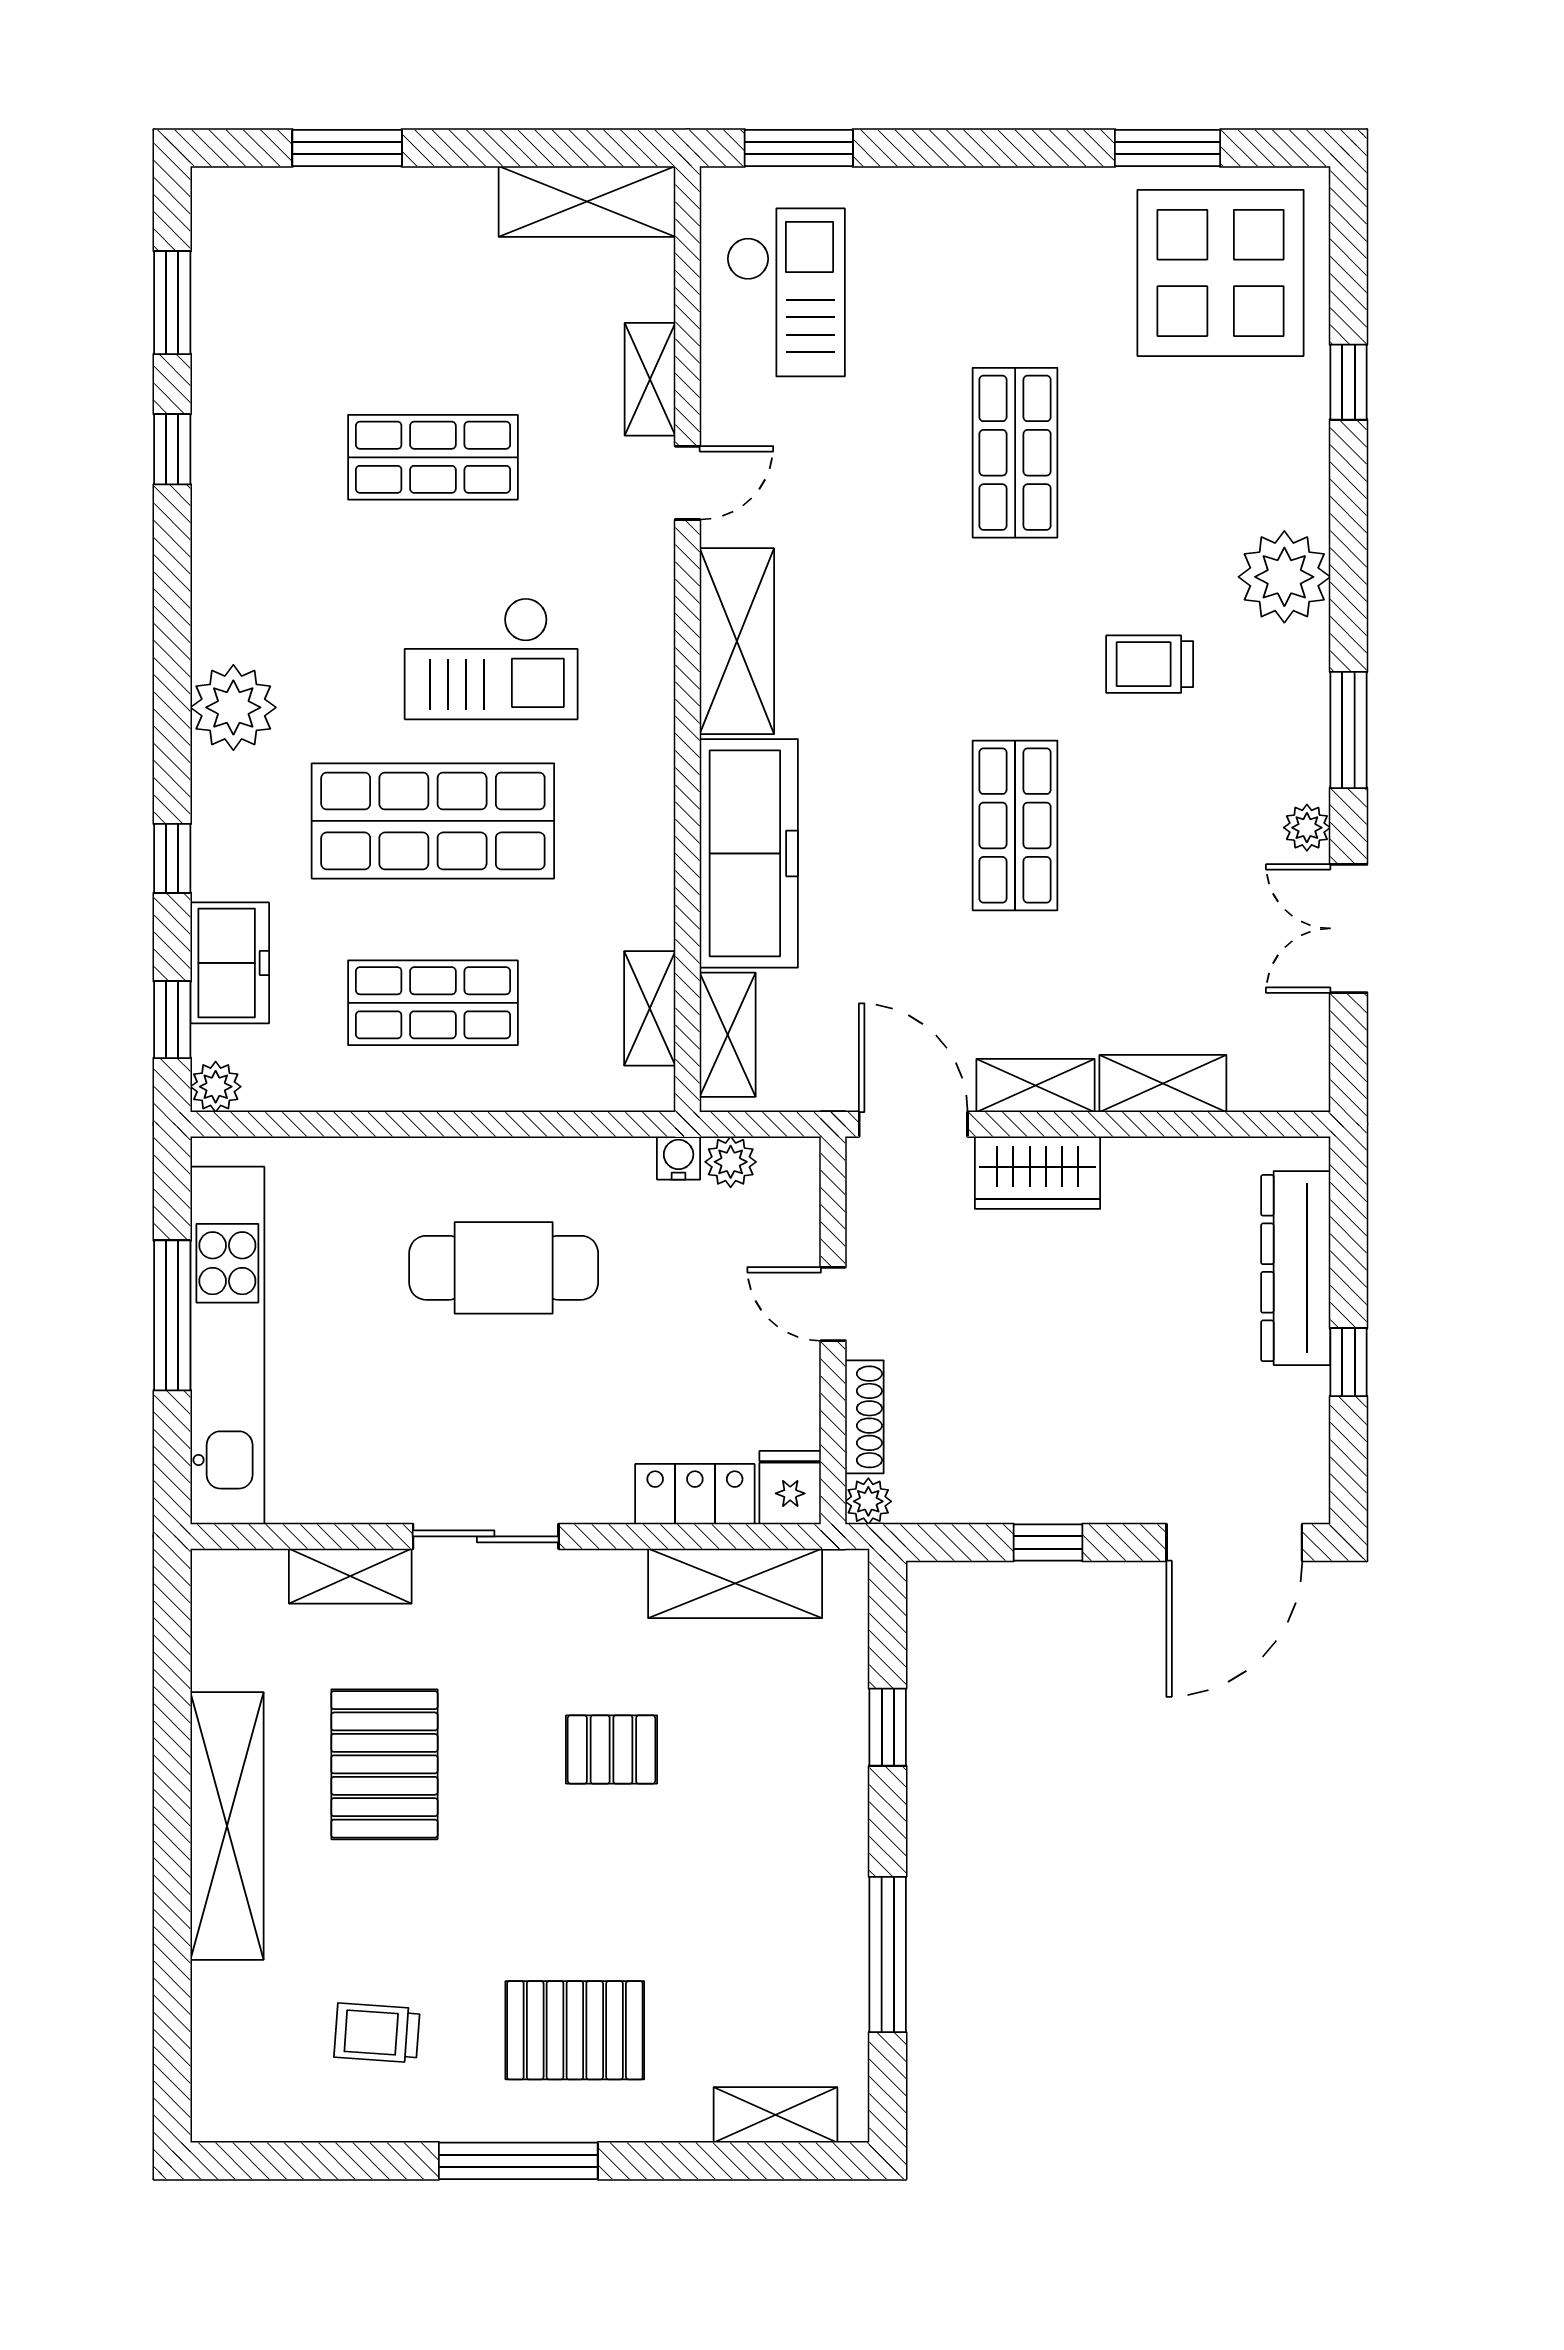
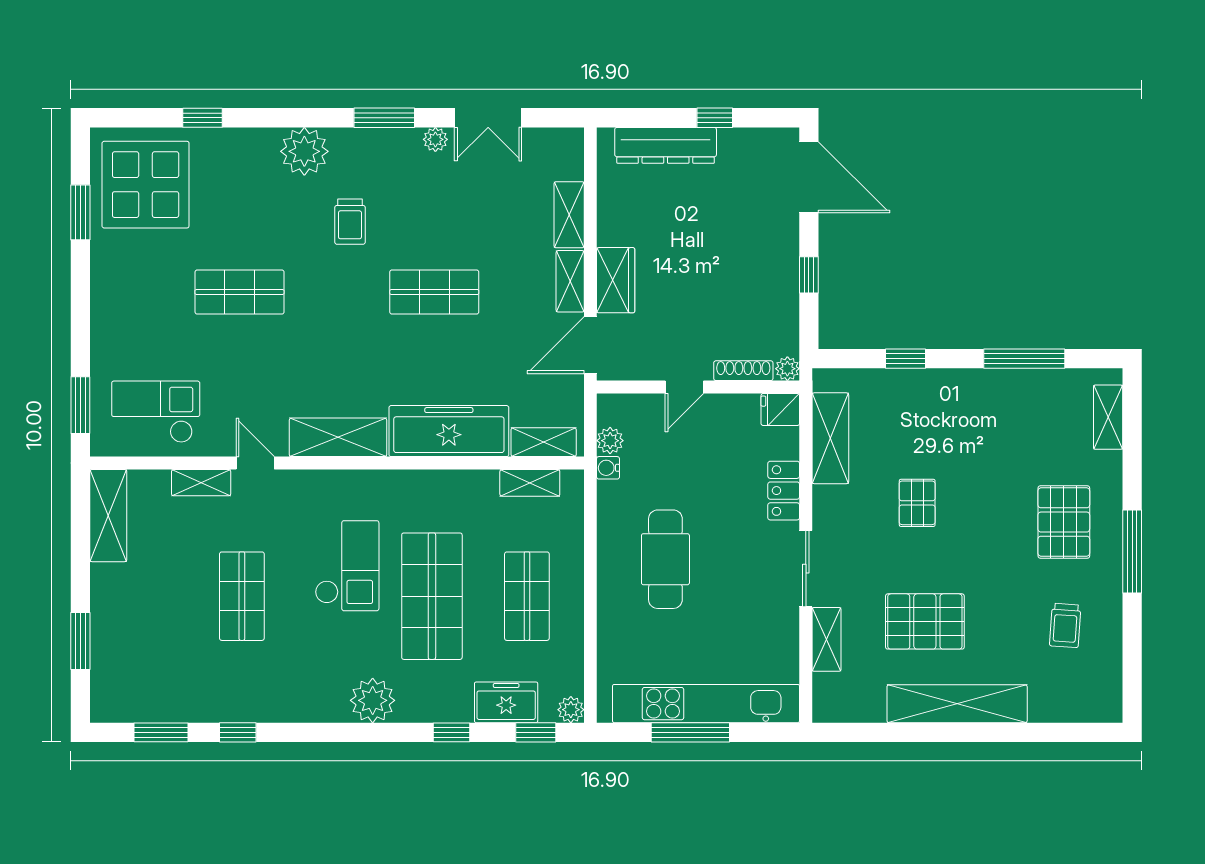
locker: (695, 1494) -> (784, 491), moved

